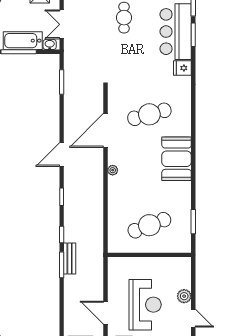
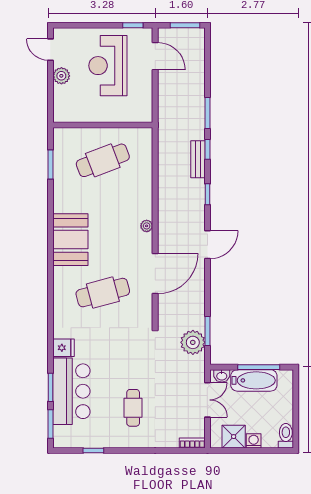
plant: (74, 72) -> (193, 342), added
bench: (70, 259) -> (198, 159), moved

